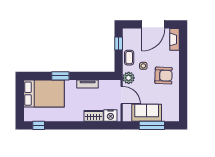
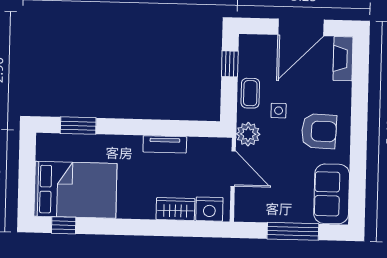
window: (60, 76) -> (78, 126), moved
bed: (44, 94) -> (75, 190), moved
sofa: (147, 113) -> (332, 194), moved, turned -90

